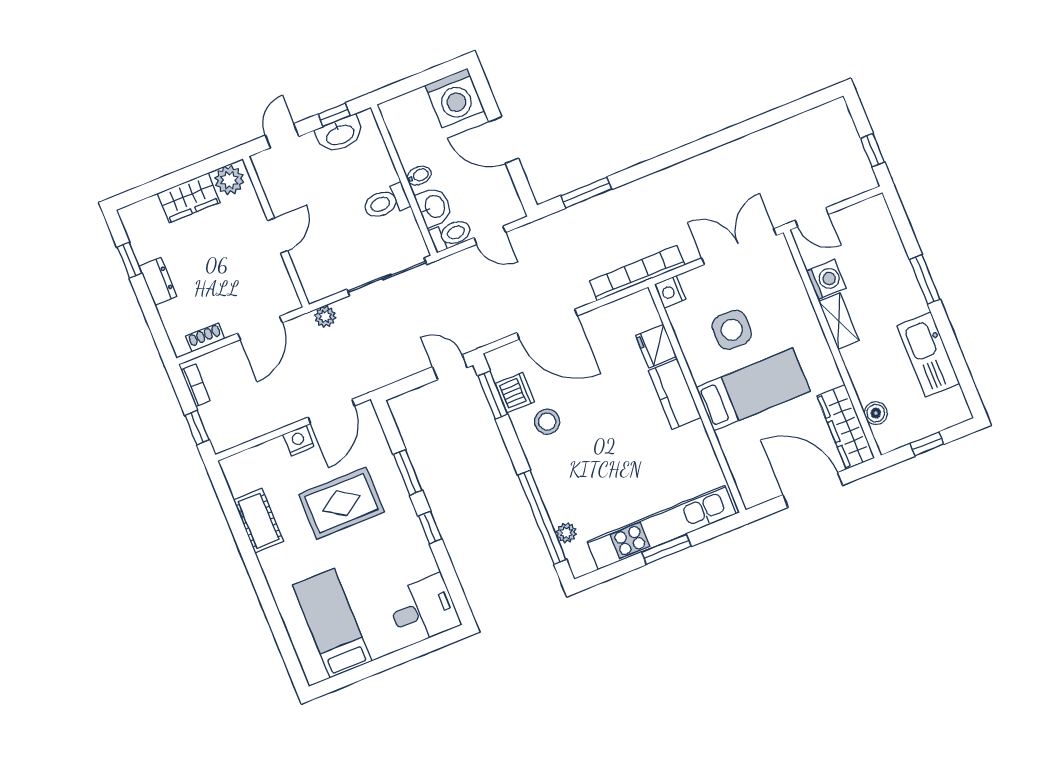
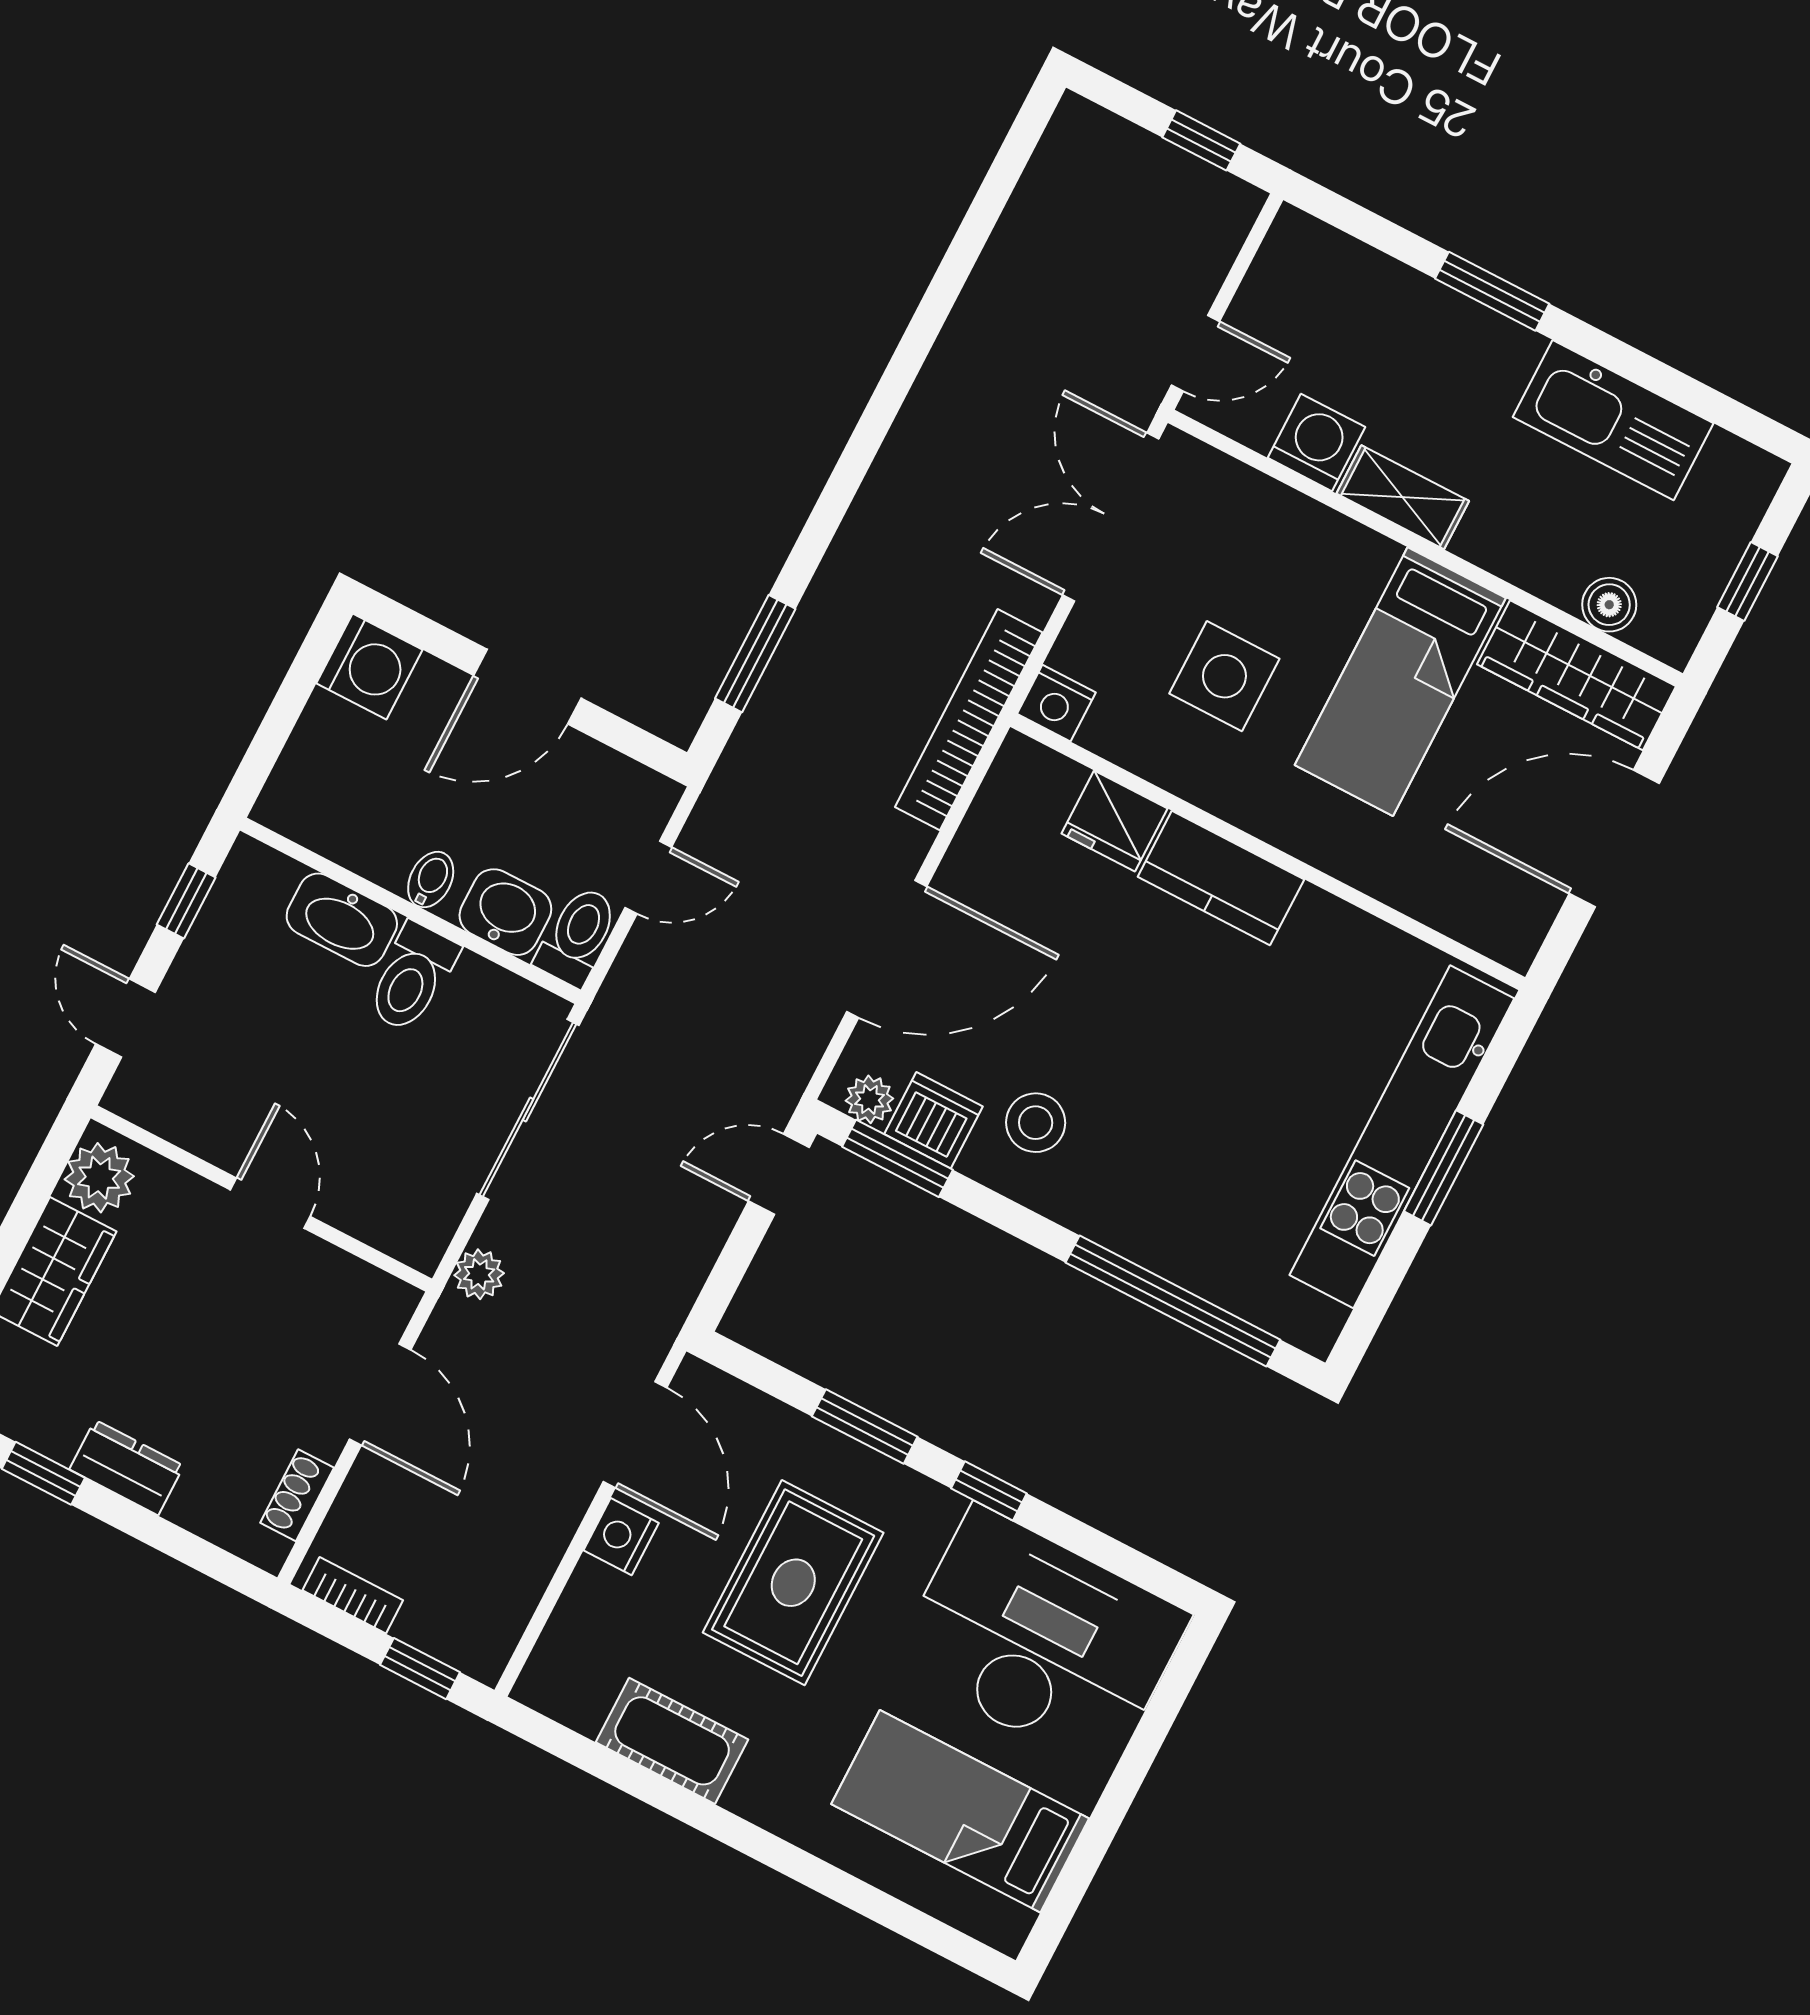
washing machine: (455, 98) -> (369, 667), width x0.73, depth x0.73
washbasin: (340, 134) -> (342, 920), moved, turned 90
bed: (753, 389) -> (1400, 682), moved, turned 180
plant: (566, 533) -> (869, 1099), moved
desk: (423, 610) -> (1041, 1640), width x1.87, depth x1.30

